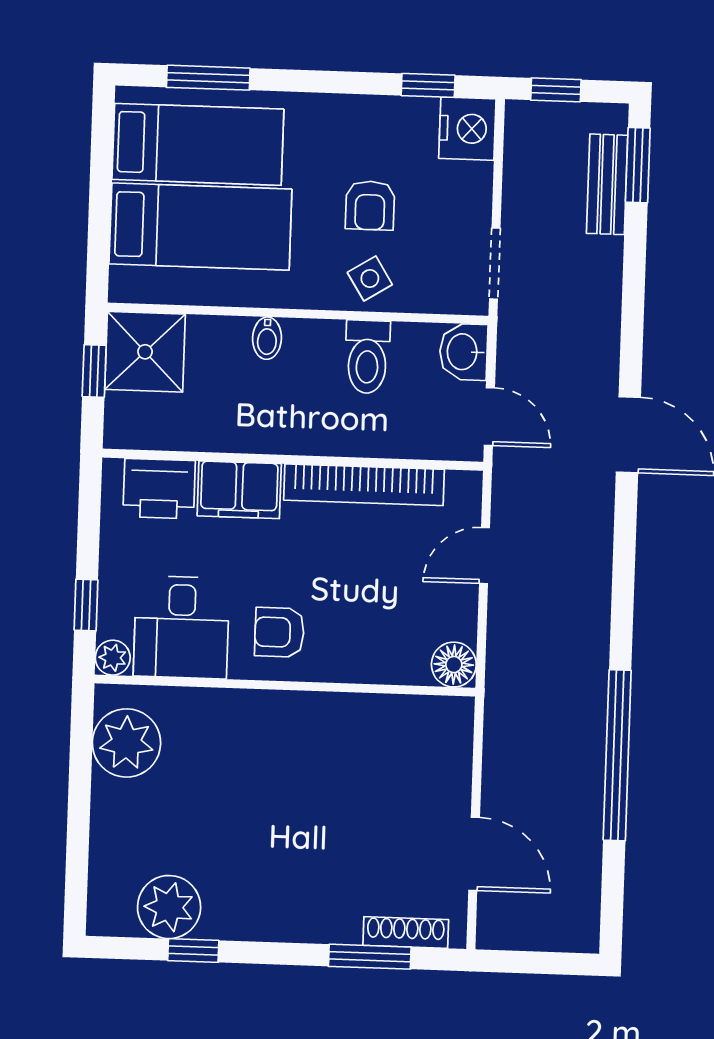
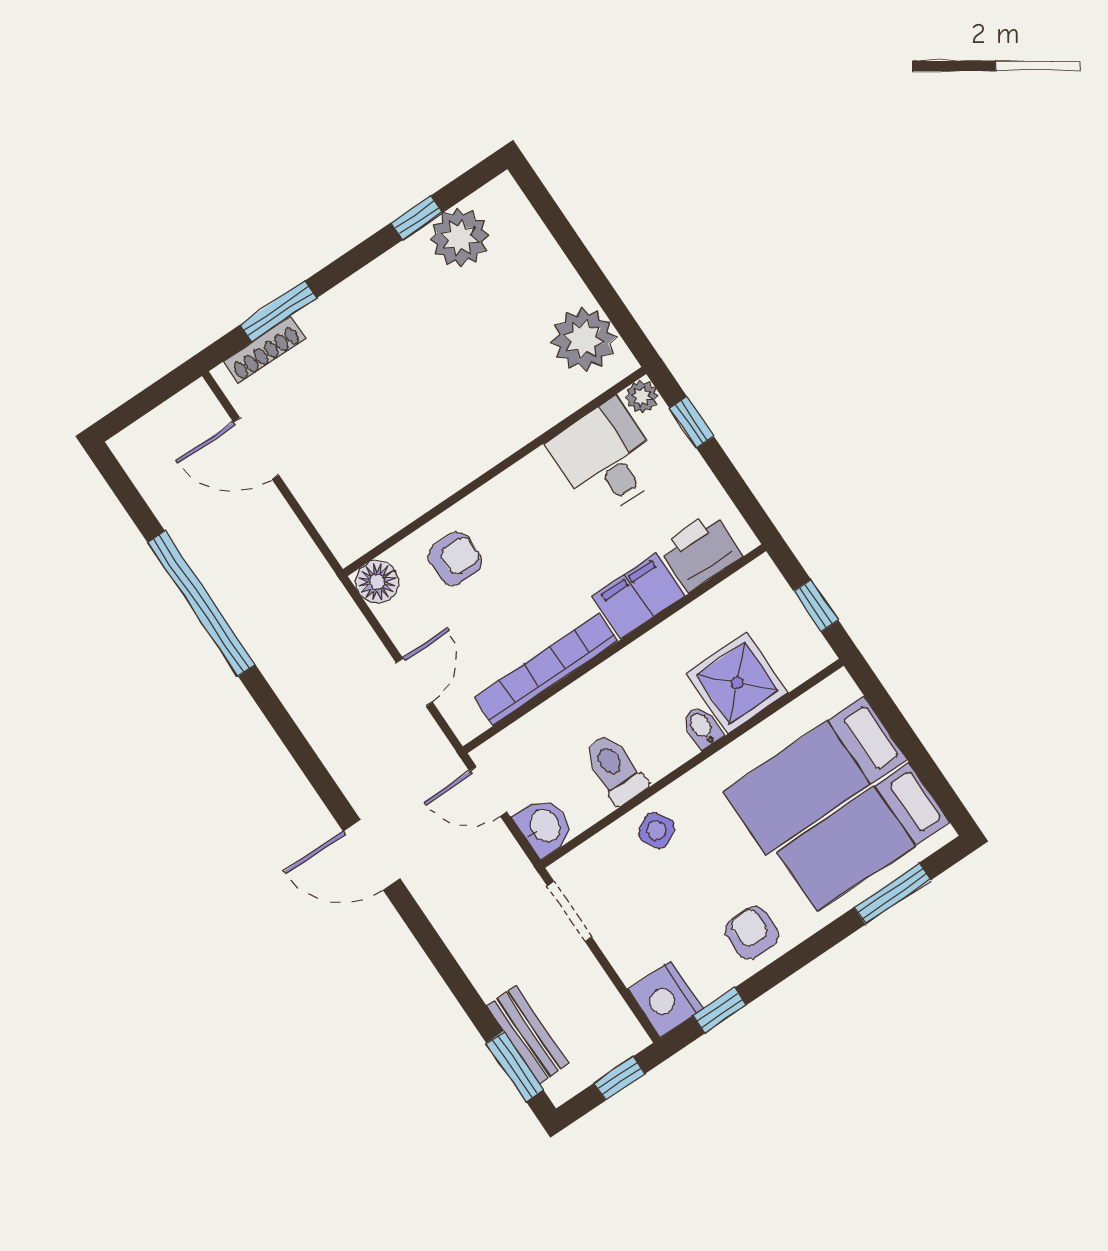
armchair: (370, 205) -> (752, 933), moved
shower: (145, 352) -> (737, 683), moved
armchair: (279, 632) -> (455, 559), moved

